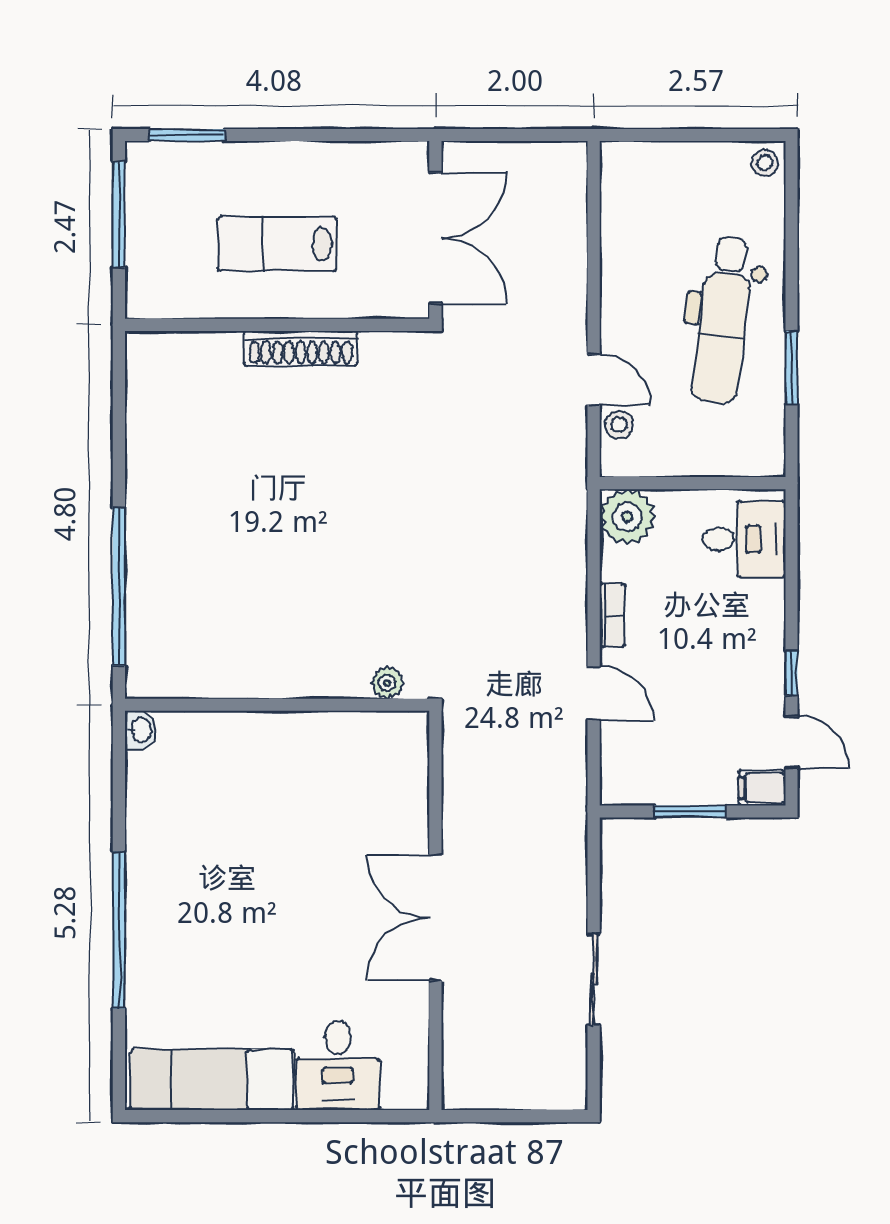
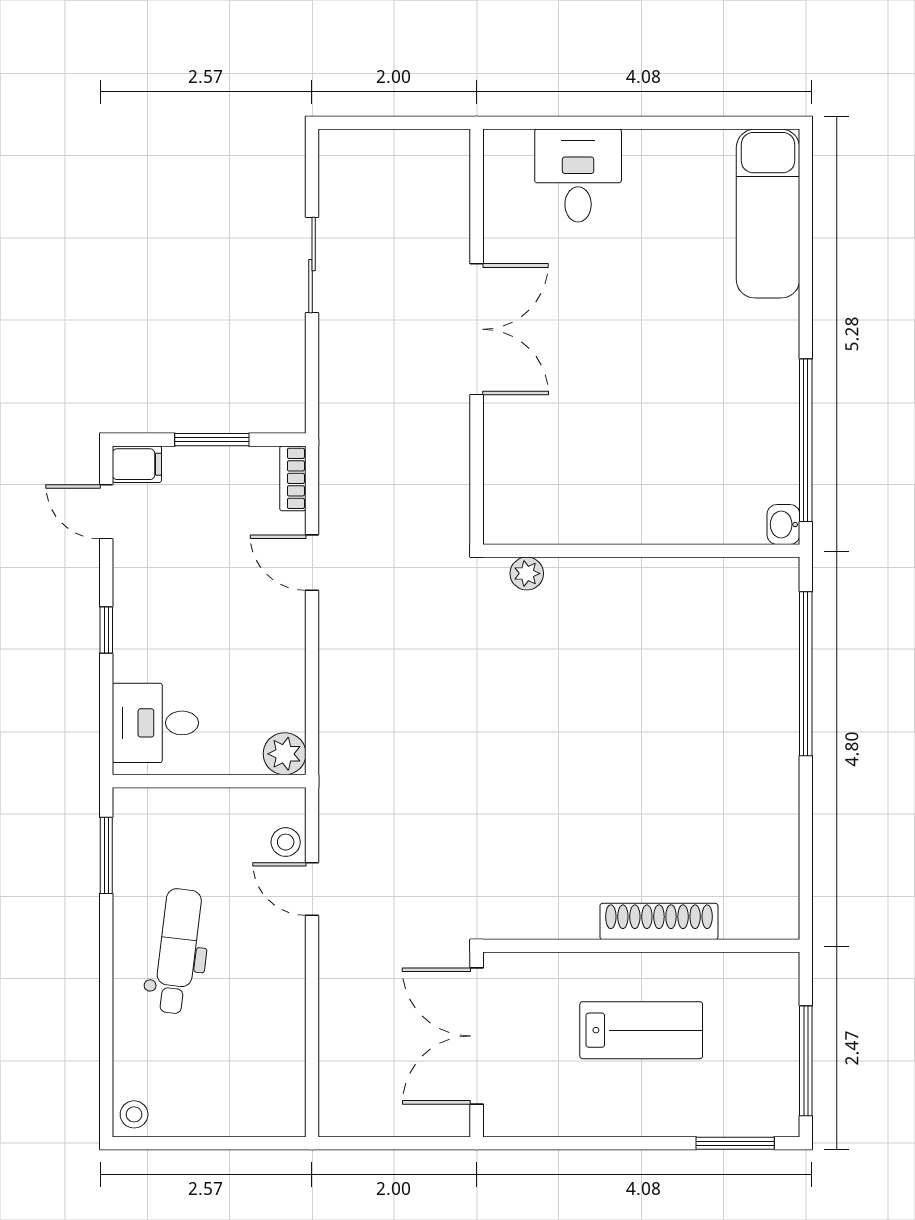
dental chair: (723, 320) -> (178, 951), width x0.73, depth x0.72
shoe rack: (301, 348) -> (659, 921), moved
window: (791, 368) -> (106, 855), moved
plant: (627, 517) -> (285, 754), width x0.73, depth x0.73
bookcase: (612, 616) -> (293, 478), moved
window: (791, 673) -> (106, 630), moved
window: (119, 930) -> (806, 440), moved
exam couch: (212, 1080) -> (768, 214), moved, turned 90

